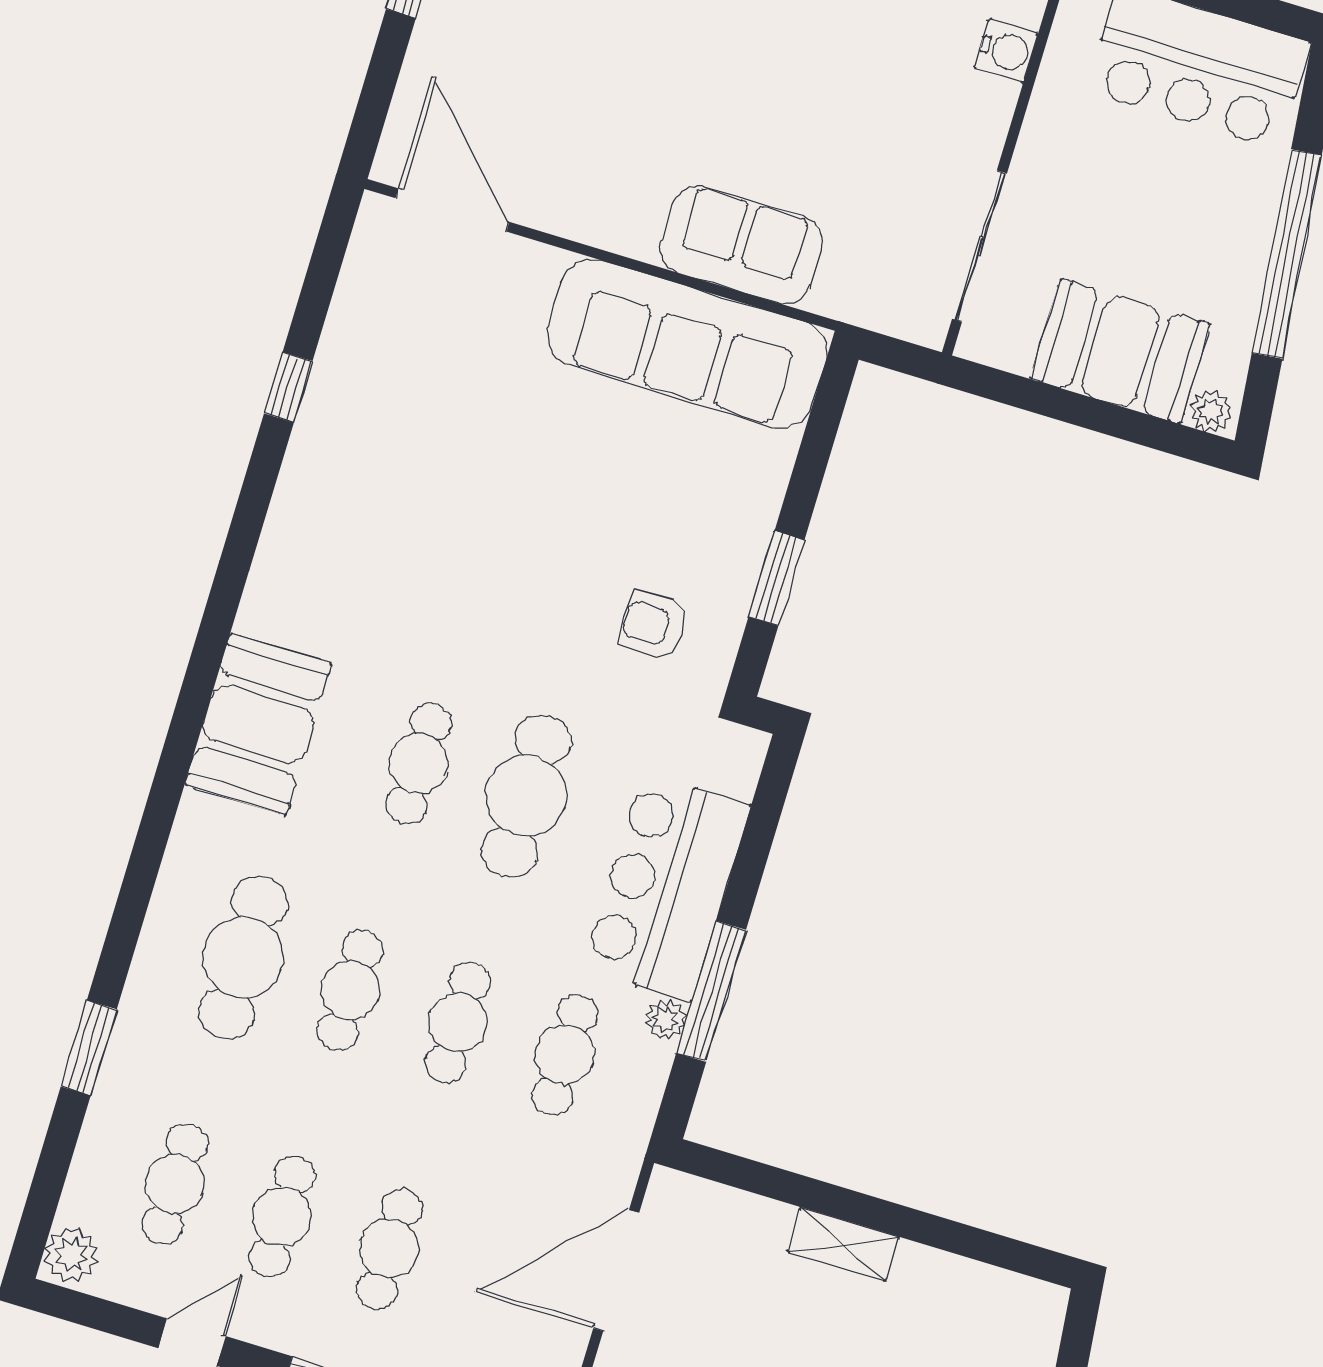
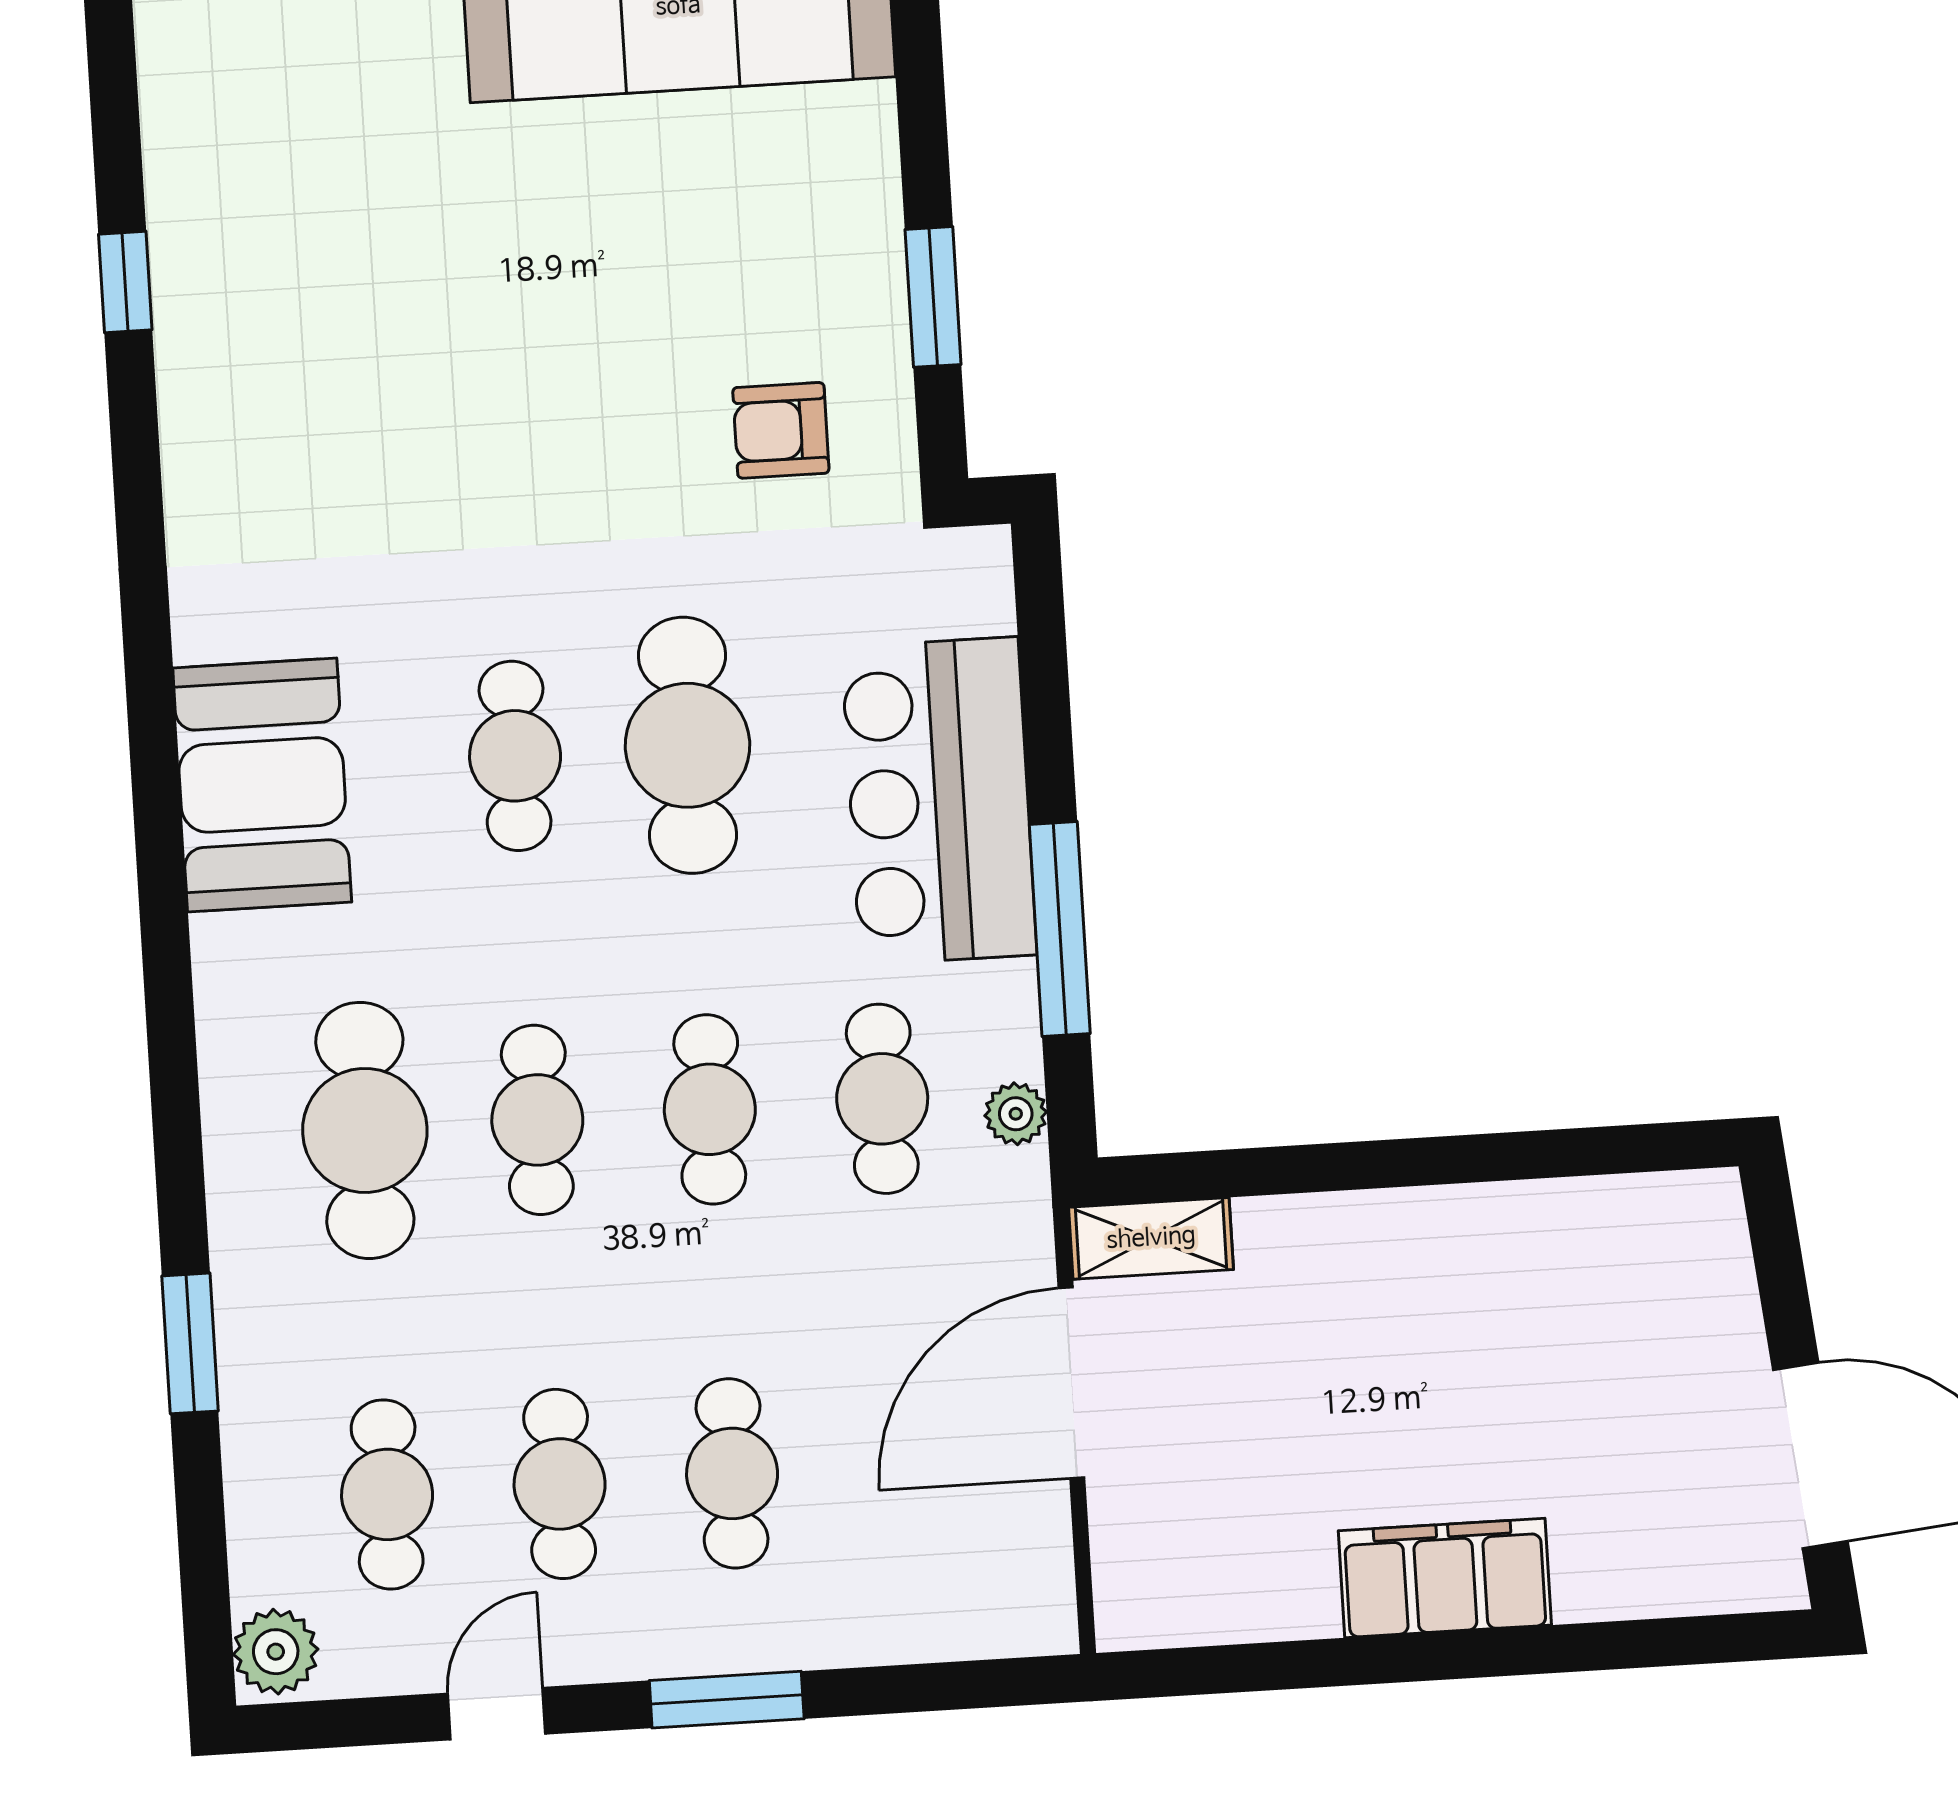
plant: (665, 1020) -> (1016, 1114), moved
shelving: (843, 1244) -> (1151, 1238), moved

